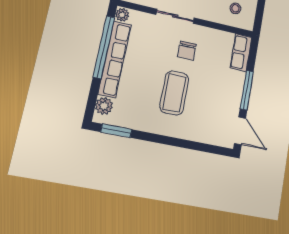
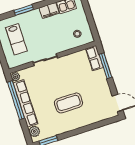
chair: (187, 51) -> (62, 75), removed
window: (247, 90) -> (105, 66), moved
coffee table: (174, 93) -> (69, 103), turned 90

